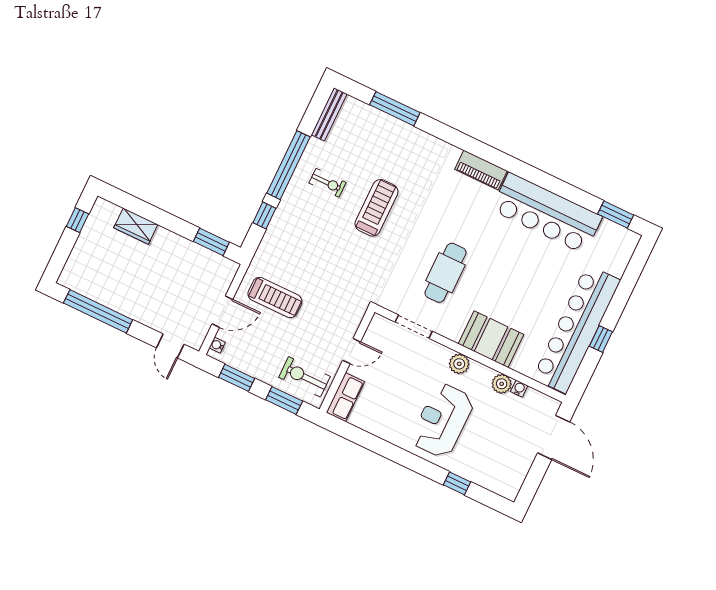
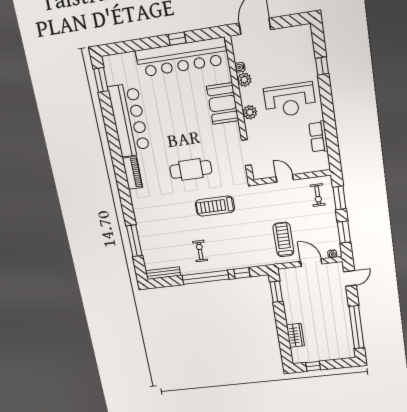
treadmill: (376, 208) -> (215, 206), moved
cafe table: (446, 273) -> (191, 169), moved
exercise bike: (305, 377) -> (318, 195), width x0.73, depth x0.72
row of seats: (345, 397) -> (318, 137), moved, turned -90

